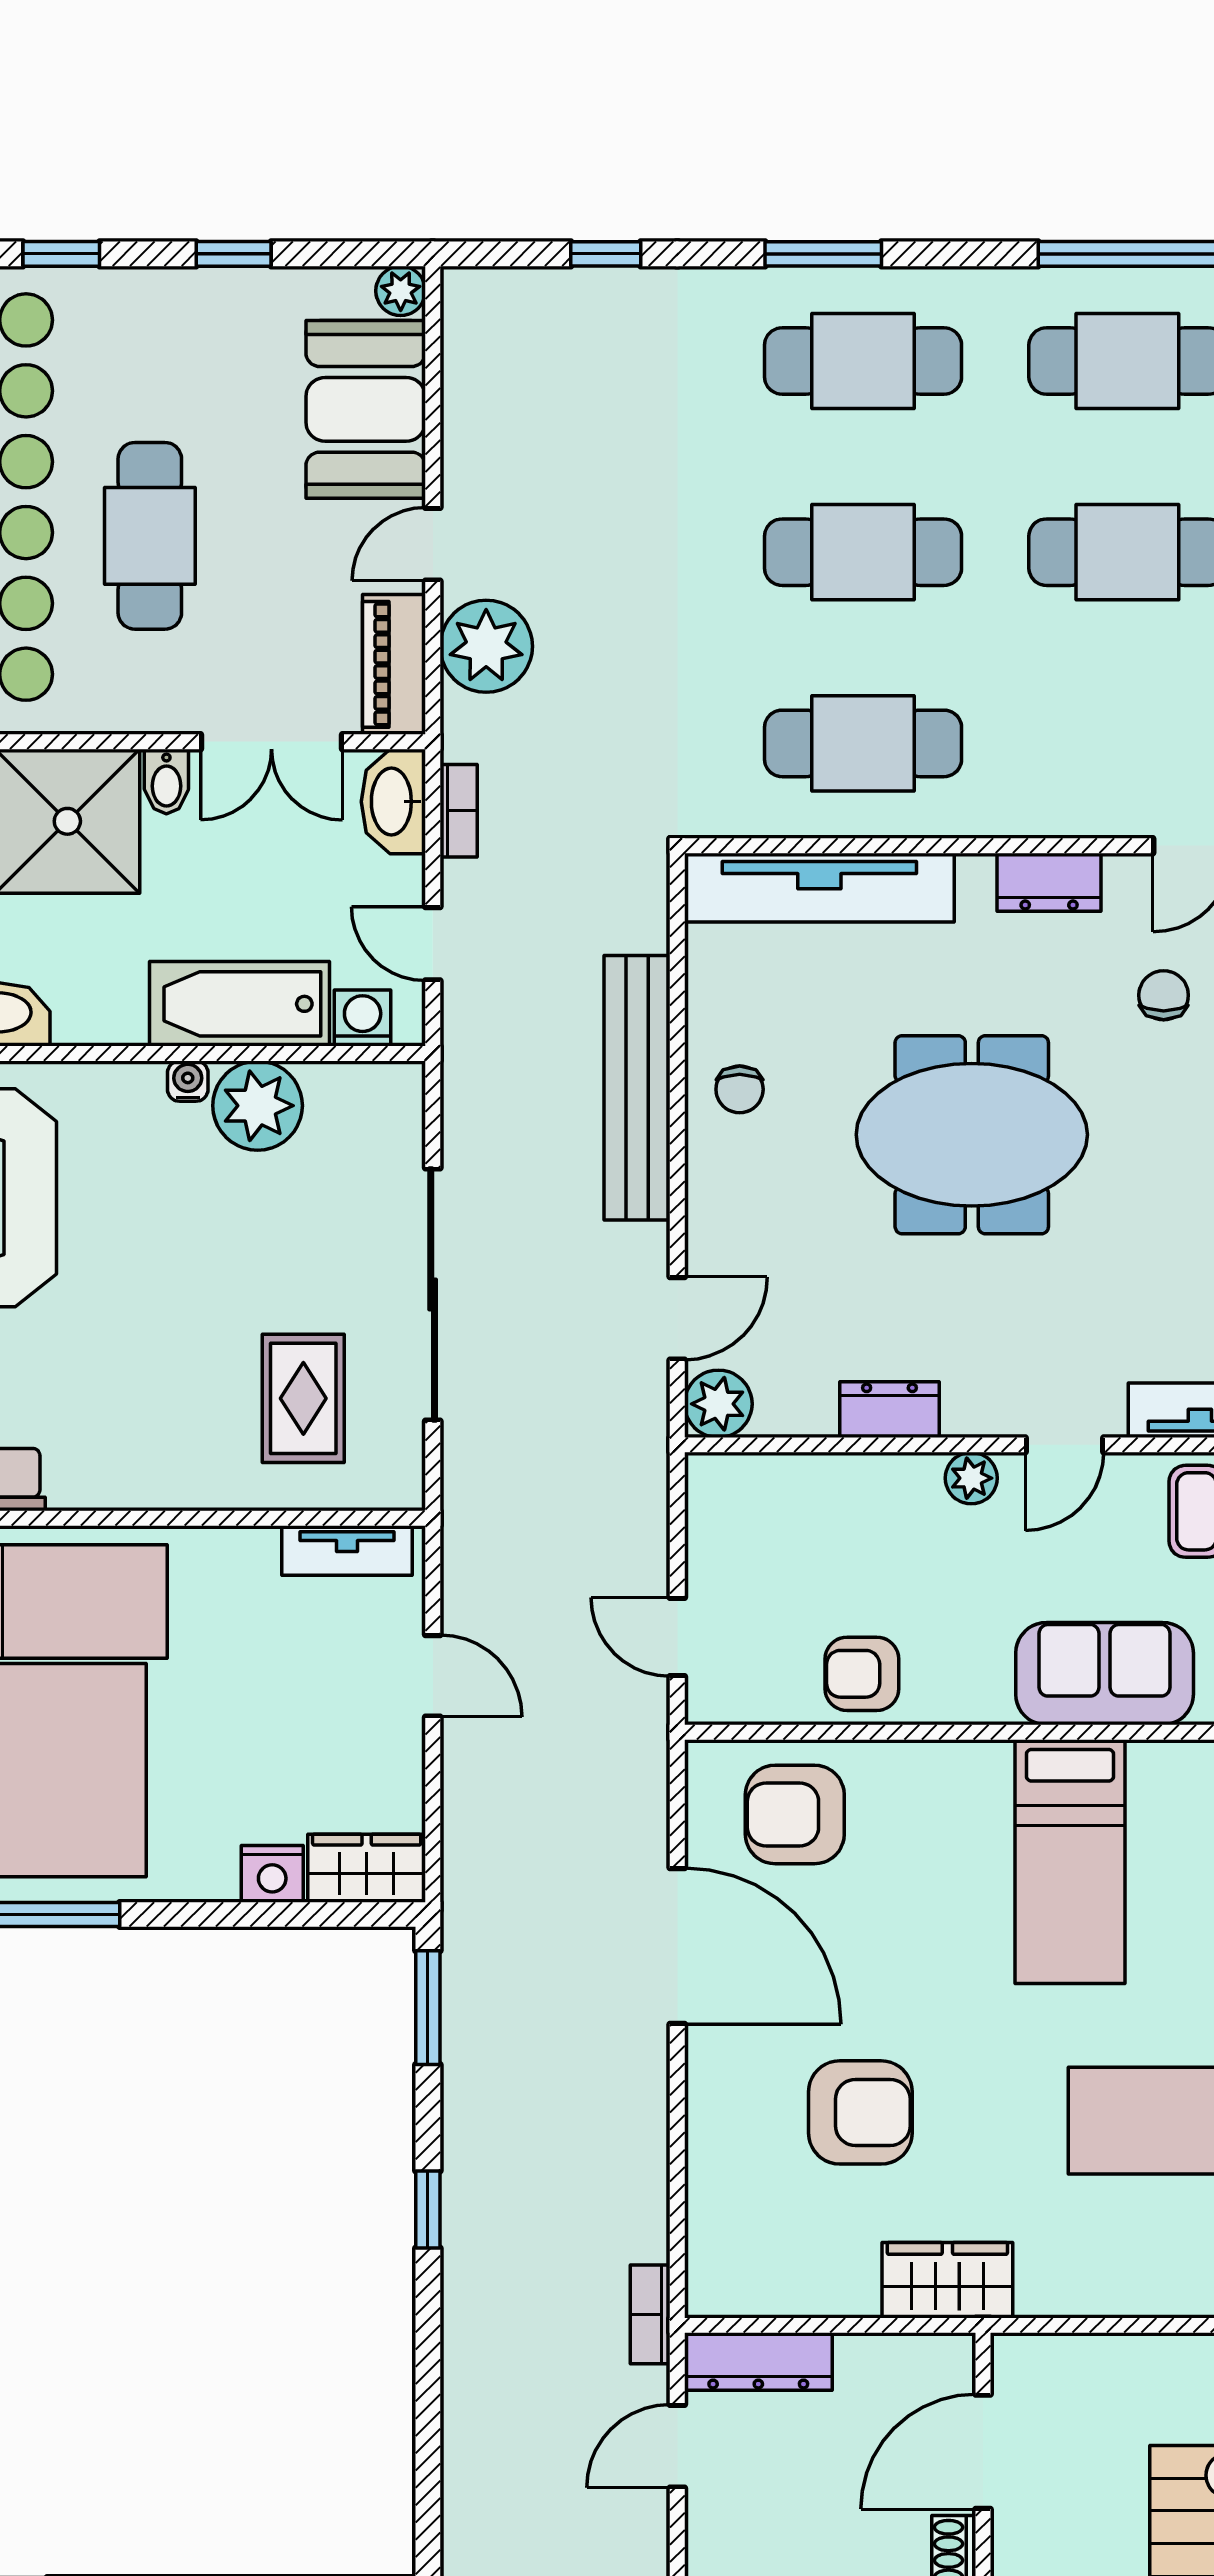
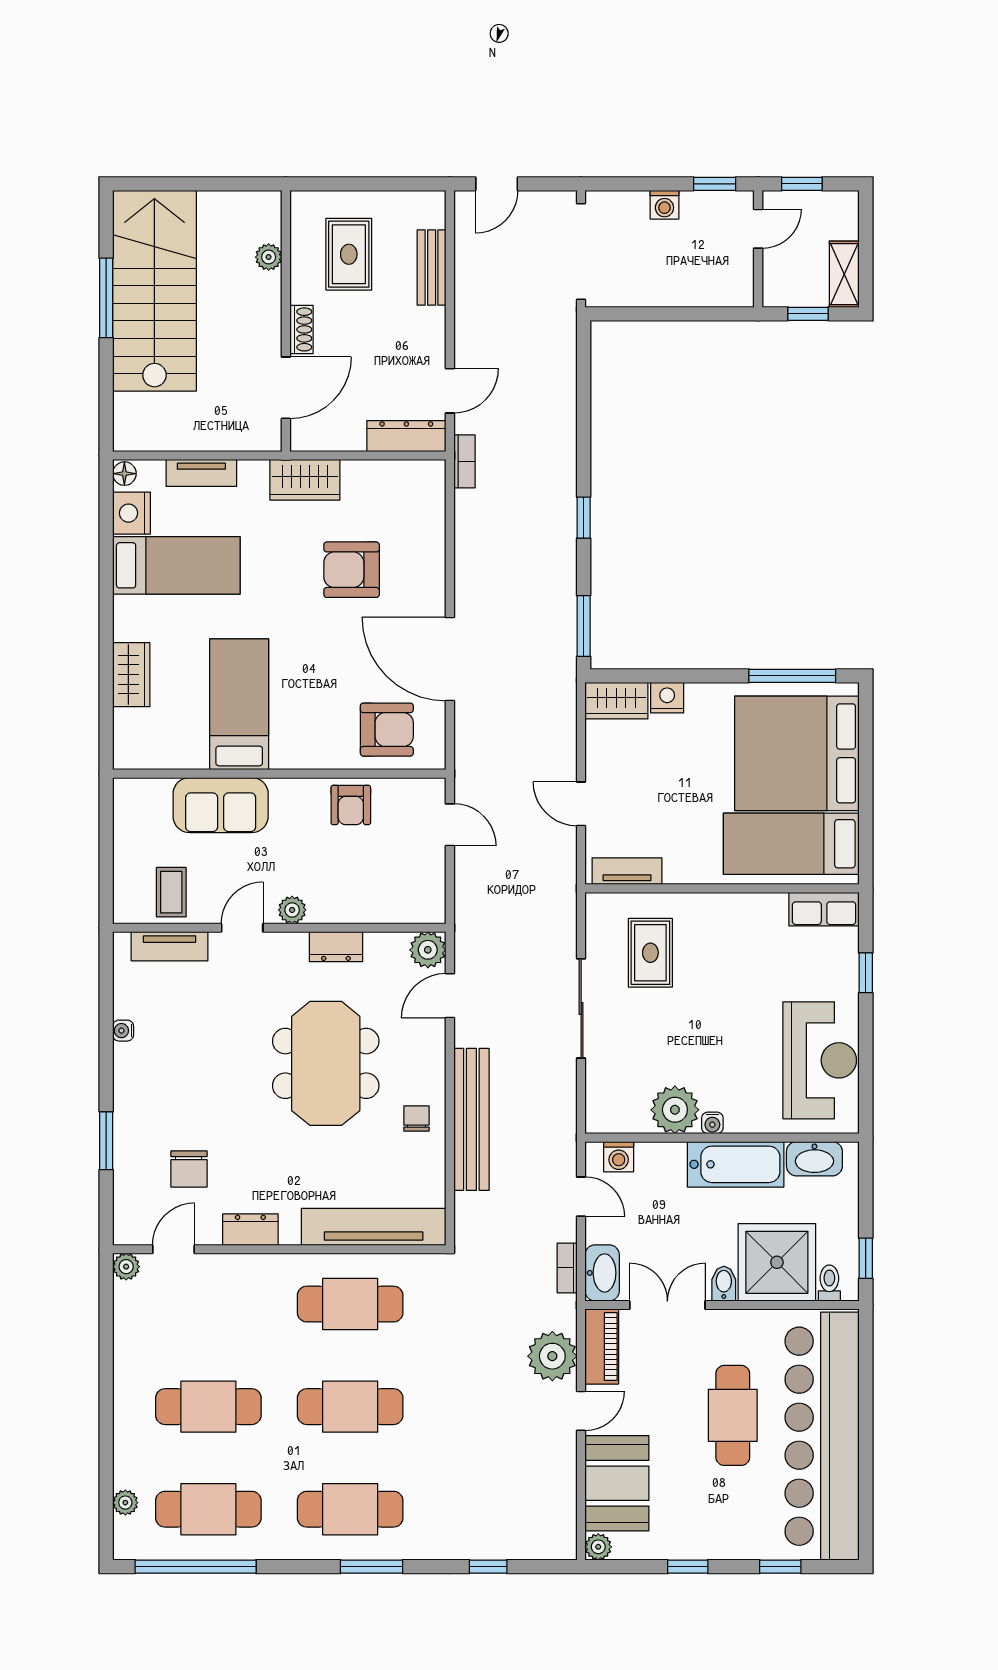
chair: (1164, 995) -> (189, 1169), width x1.37, depth x1.37
bathtub: (240, 1004) -> (736, 1164), moved
meeting table: (972, 1135) -> (326, 1063), moved, turned 90
sliding door: (433, 1294) -> (581, 1008), width x0.73
armchair: (862, 1674) -> (351, 805), turned 90
tv unit: (1140, 2293) -> (201, 473), added

